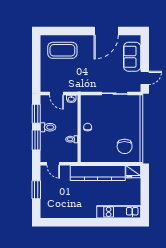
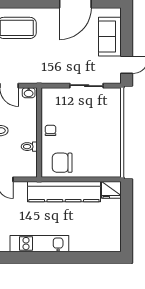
chair: (125, 146) -> (62, 163), moved, turned 90
kitchen unit: (119, 212) -> (39, 244), moved

